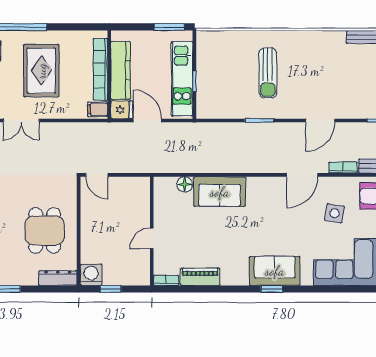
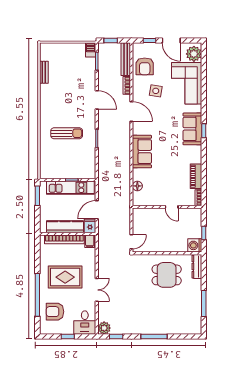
sofa: (220, 192) -> (142, 152), moved

